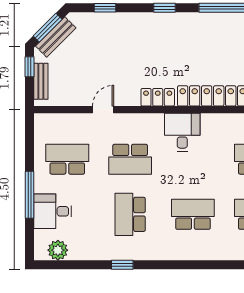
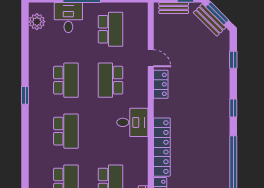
locker: (158, 97) -> (161, 84), moved
school desk: (130, 214) -> (66, 80), turned 90
window: (122, 265) -> (25, 95), moved

